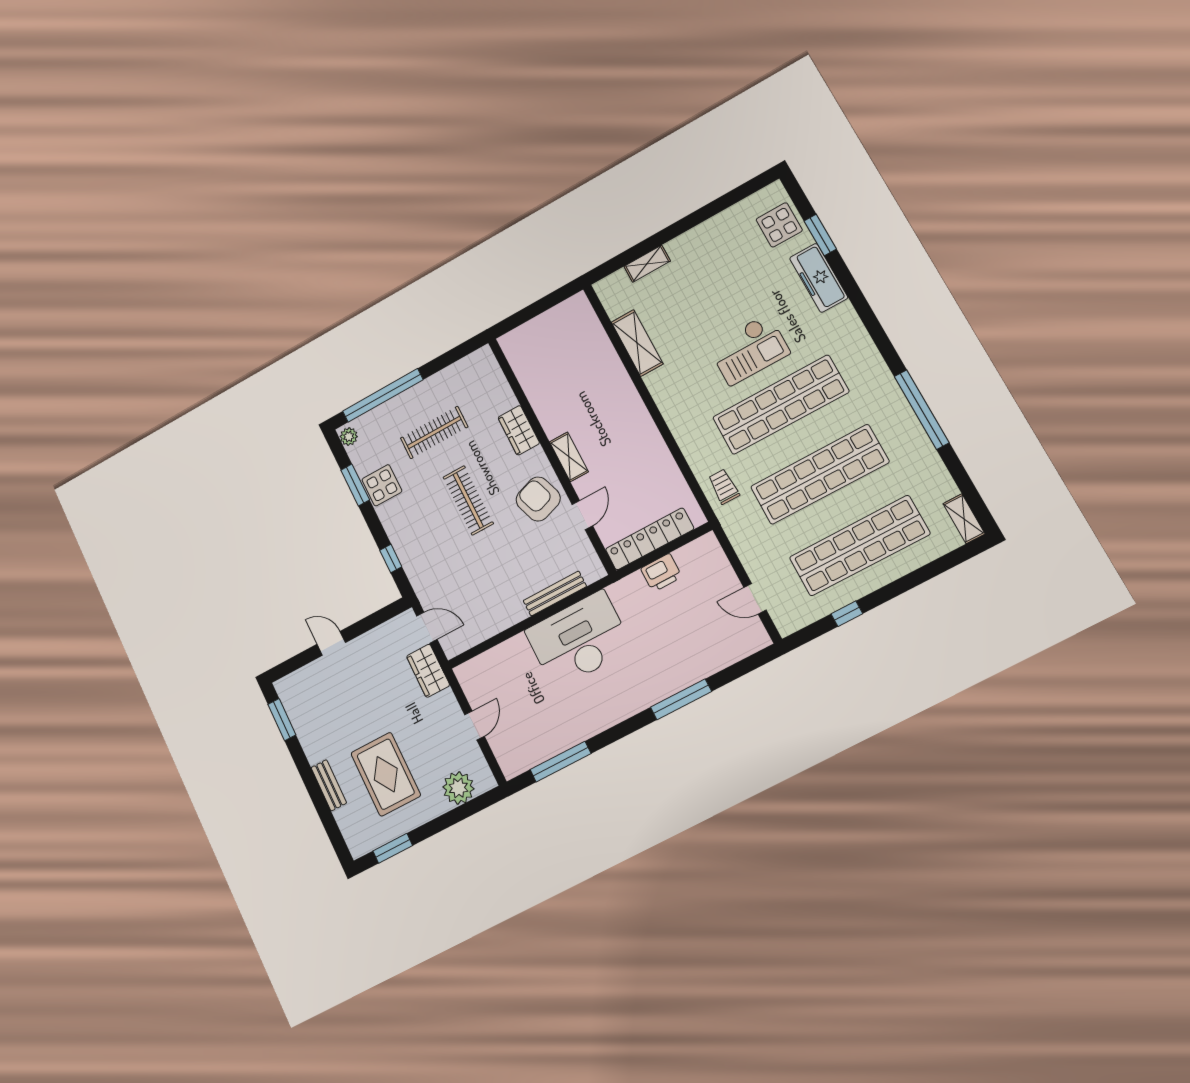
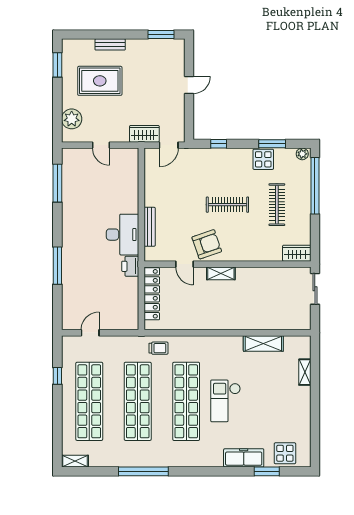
sliding door: (523, 316) -> (315, 289), added
wardrobe: (519, 430) -> (297, 253), moved
printer: (661, 573) -> (130, 266), moved
desk: (579, 640) -> (122, 235), width x0.73, depth x0.77

